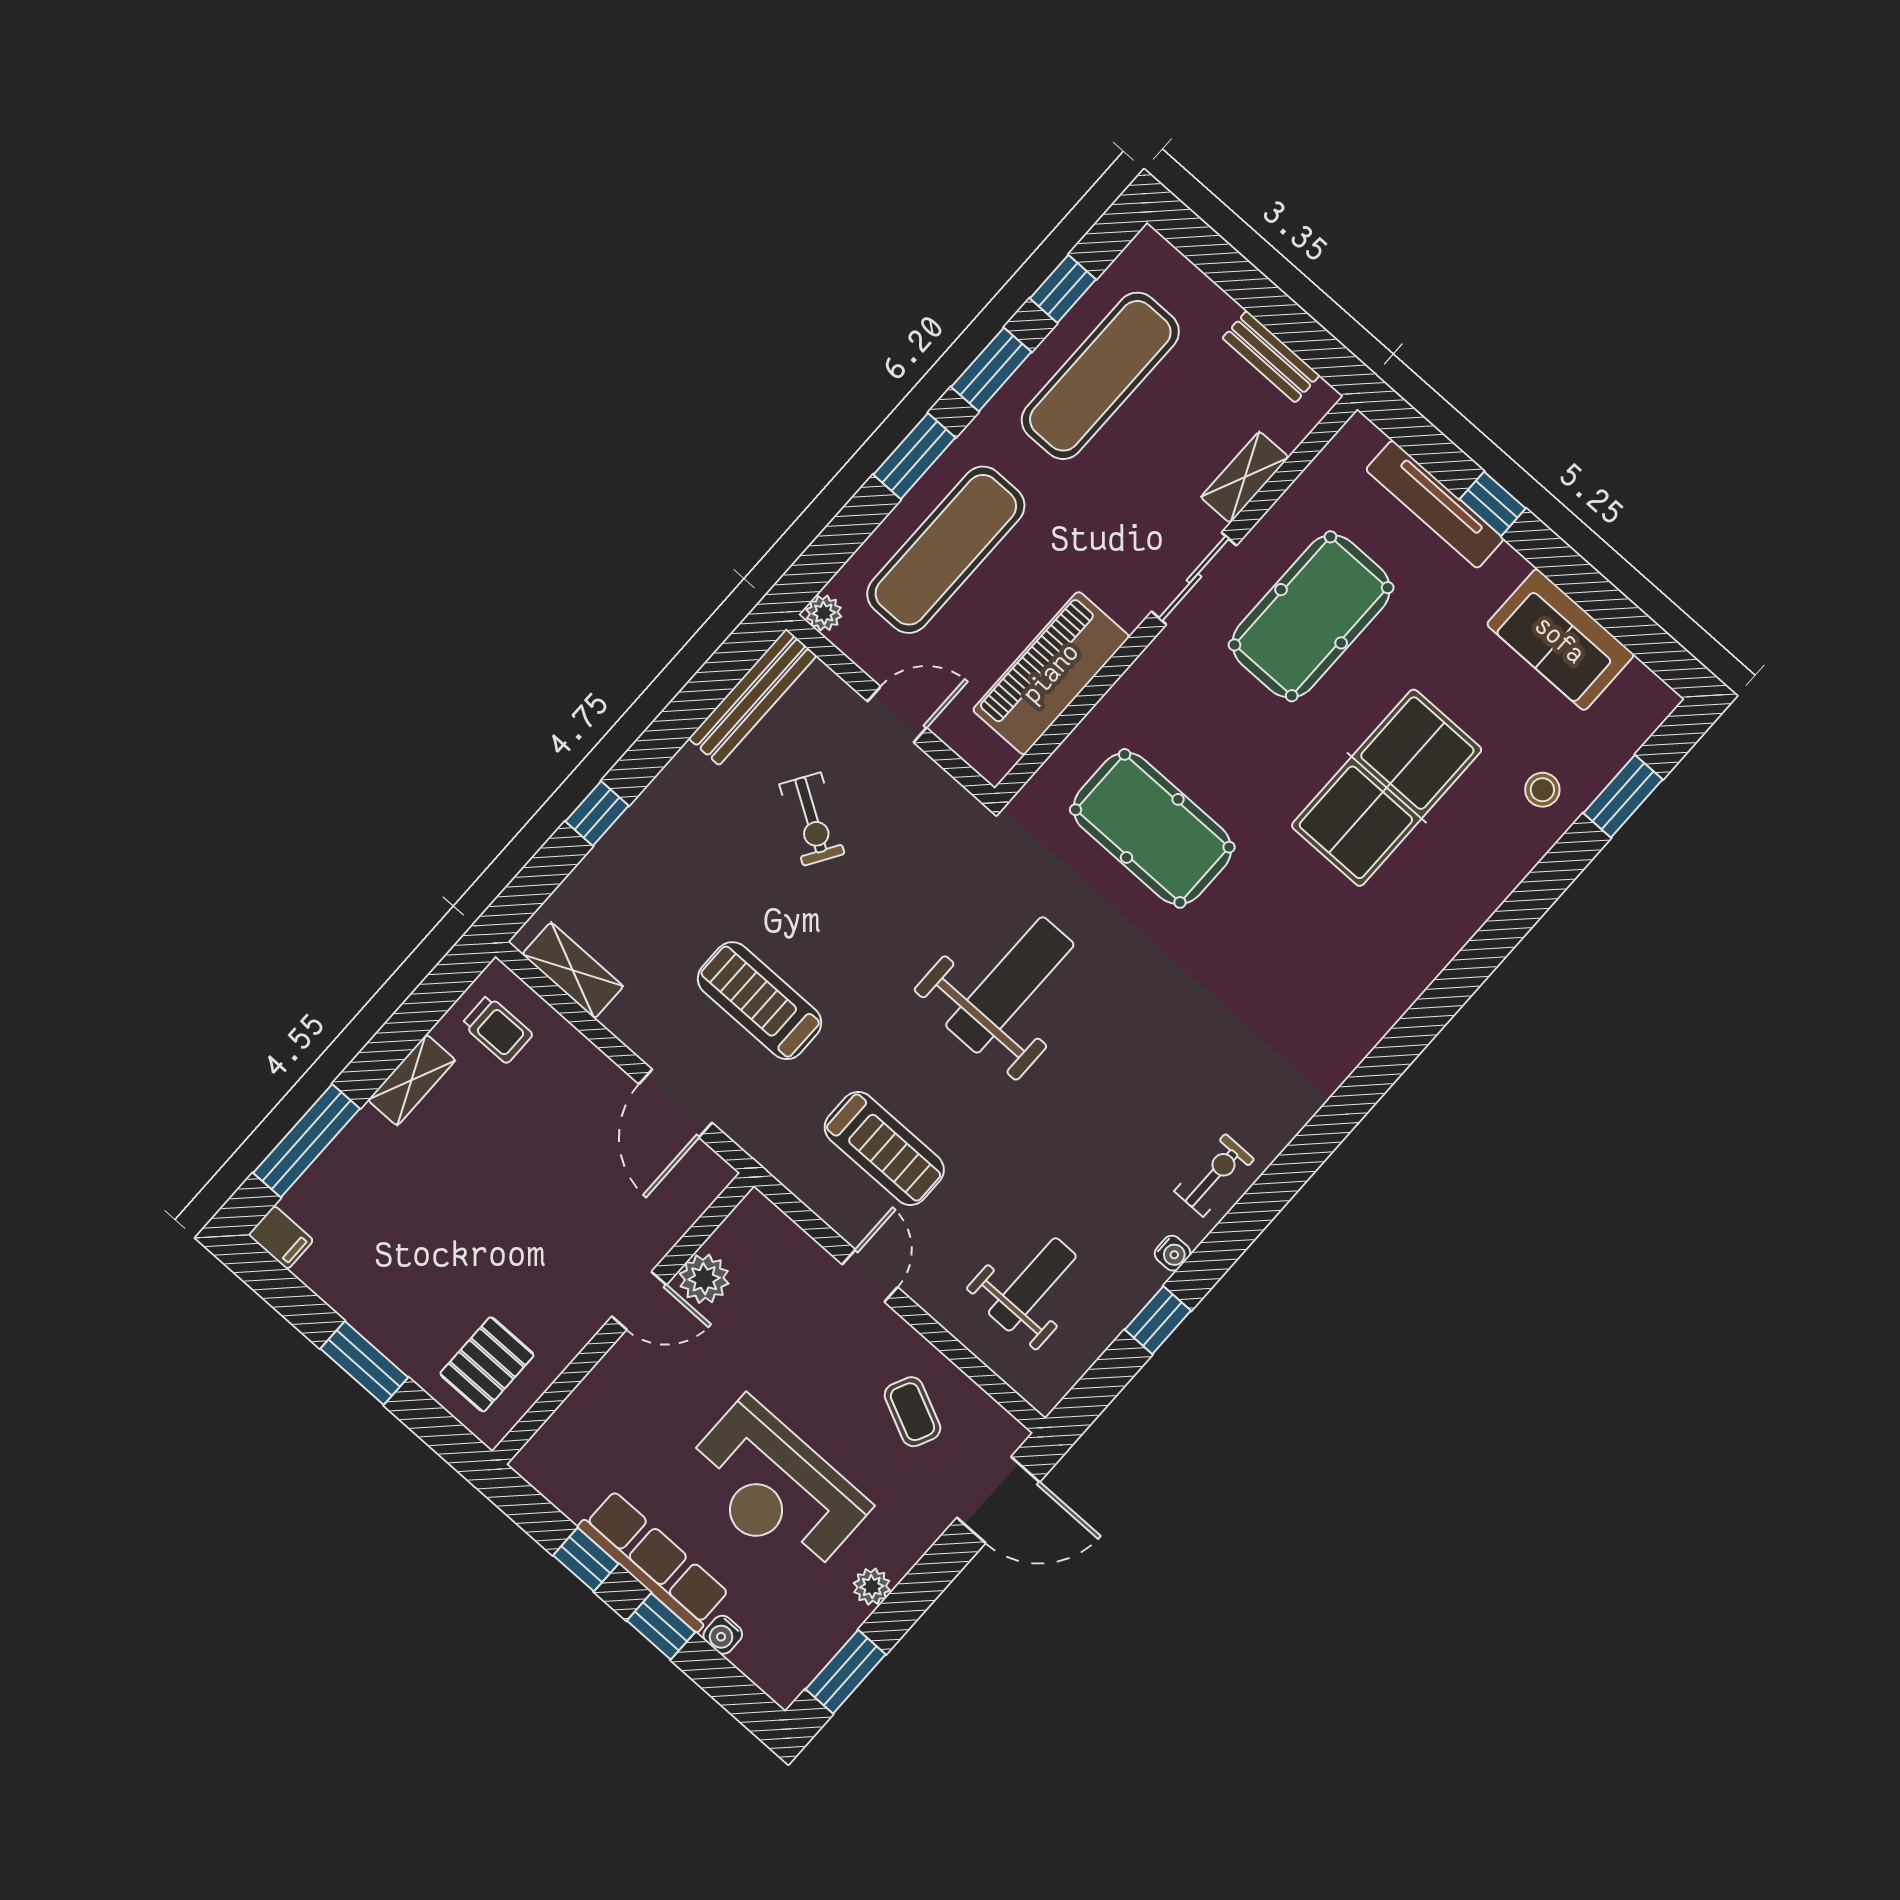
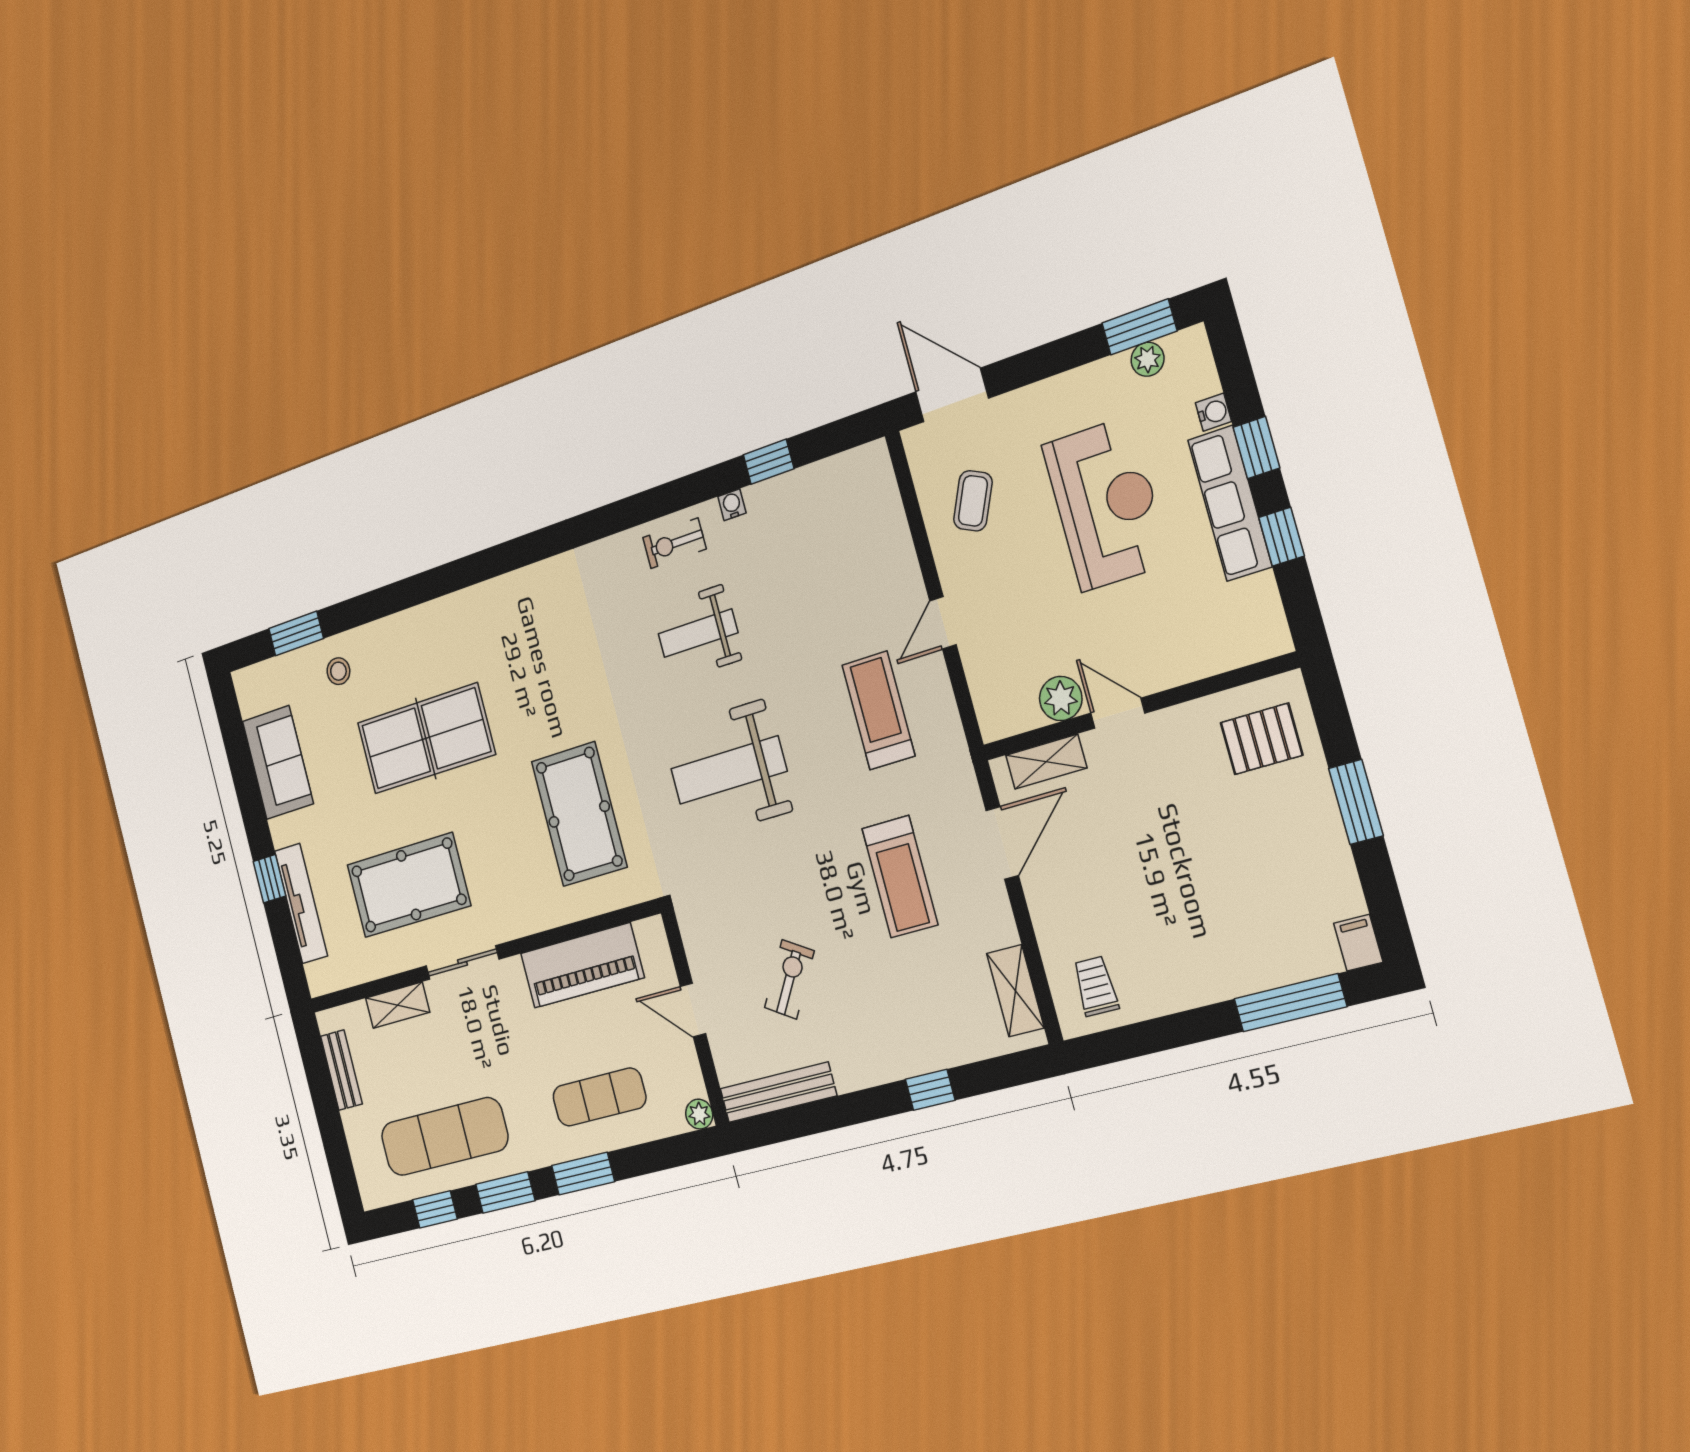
exercise mat: (946, 550) -> (599, 1097), width x0.73, depth x0.69
shelving: (412, 1080) -> (1046, 762), moved
weight bench: (1032, 1284) -> (698, 633), moved
plant: (872, 1587) -> (1148, 359), moved

